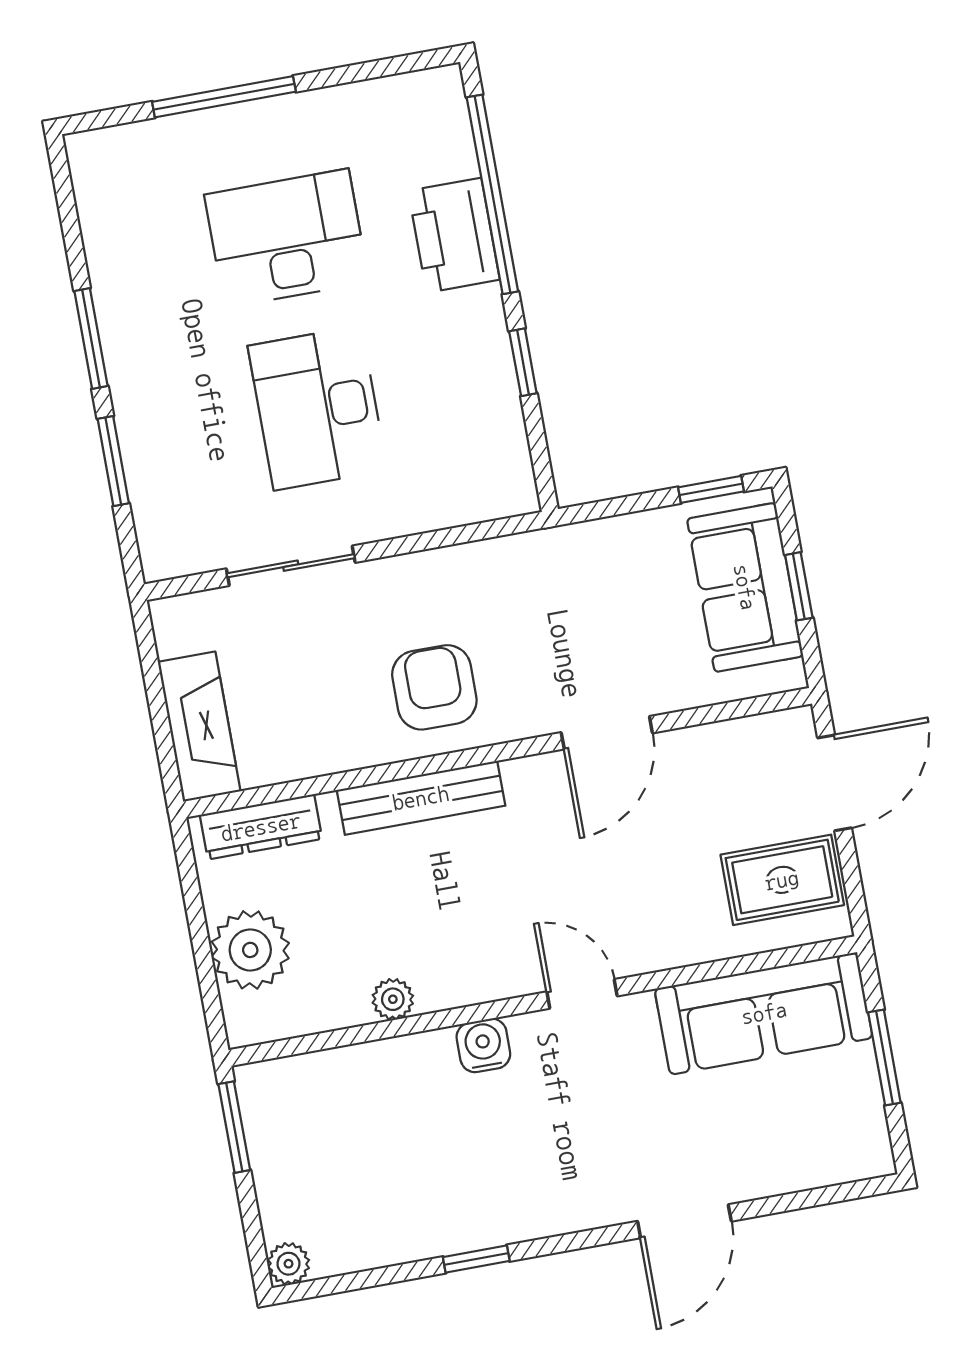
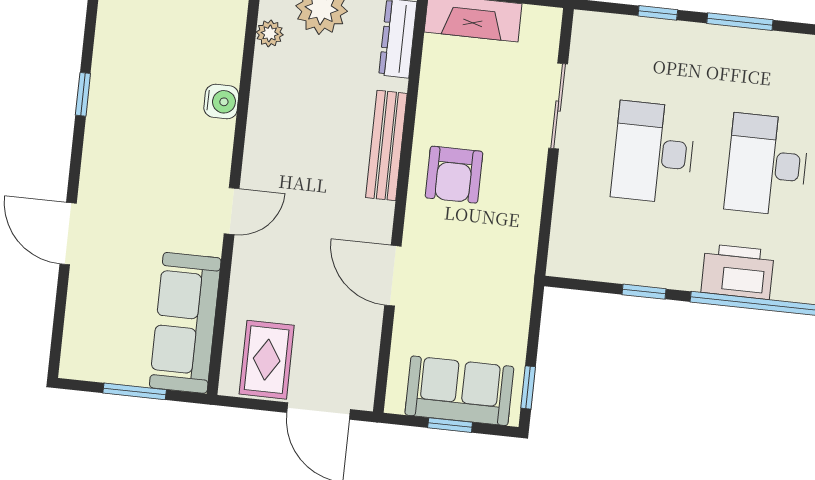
desk: (287, 238) -> (767, 165), turned 180
desk: (317, 408) -> (653, 153), turned -90
window: (113, 461) -> (658, 13), width x0.67
armchair: (434, 687) -> (454, 175), turned 90
plant: (393, 999) -> (270, 33), moved
water cooler: (483, 1045) -> (221, 102), moved

